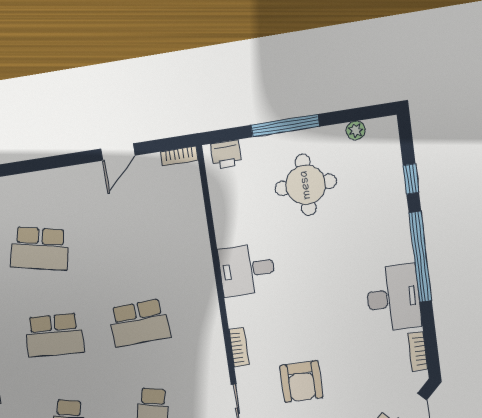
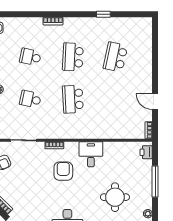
round table: (306, 185) -> (115, 197), moved
armchair: (301, 382) -> (63, 171), moved, turned 90

